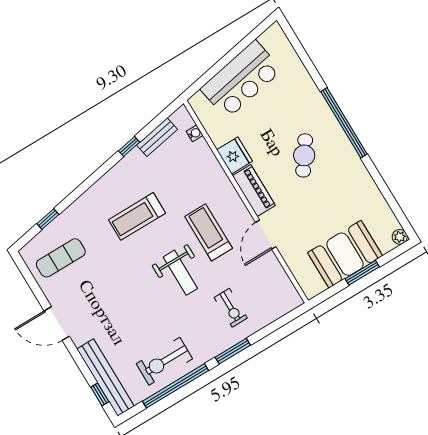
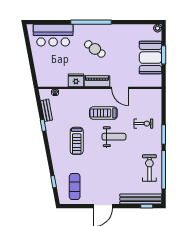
bar counter: (241, 79) -> (53, 35), moved, turned 101
exercise bike: (164, 361) -> (149, 168), turned 180

